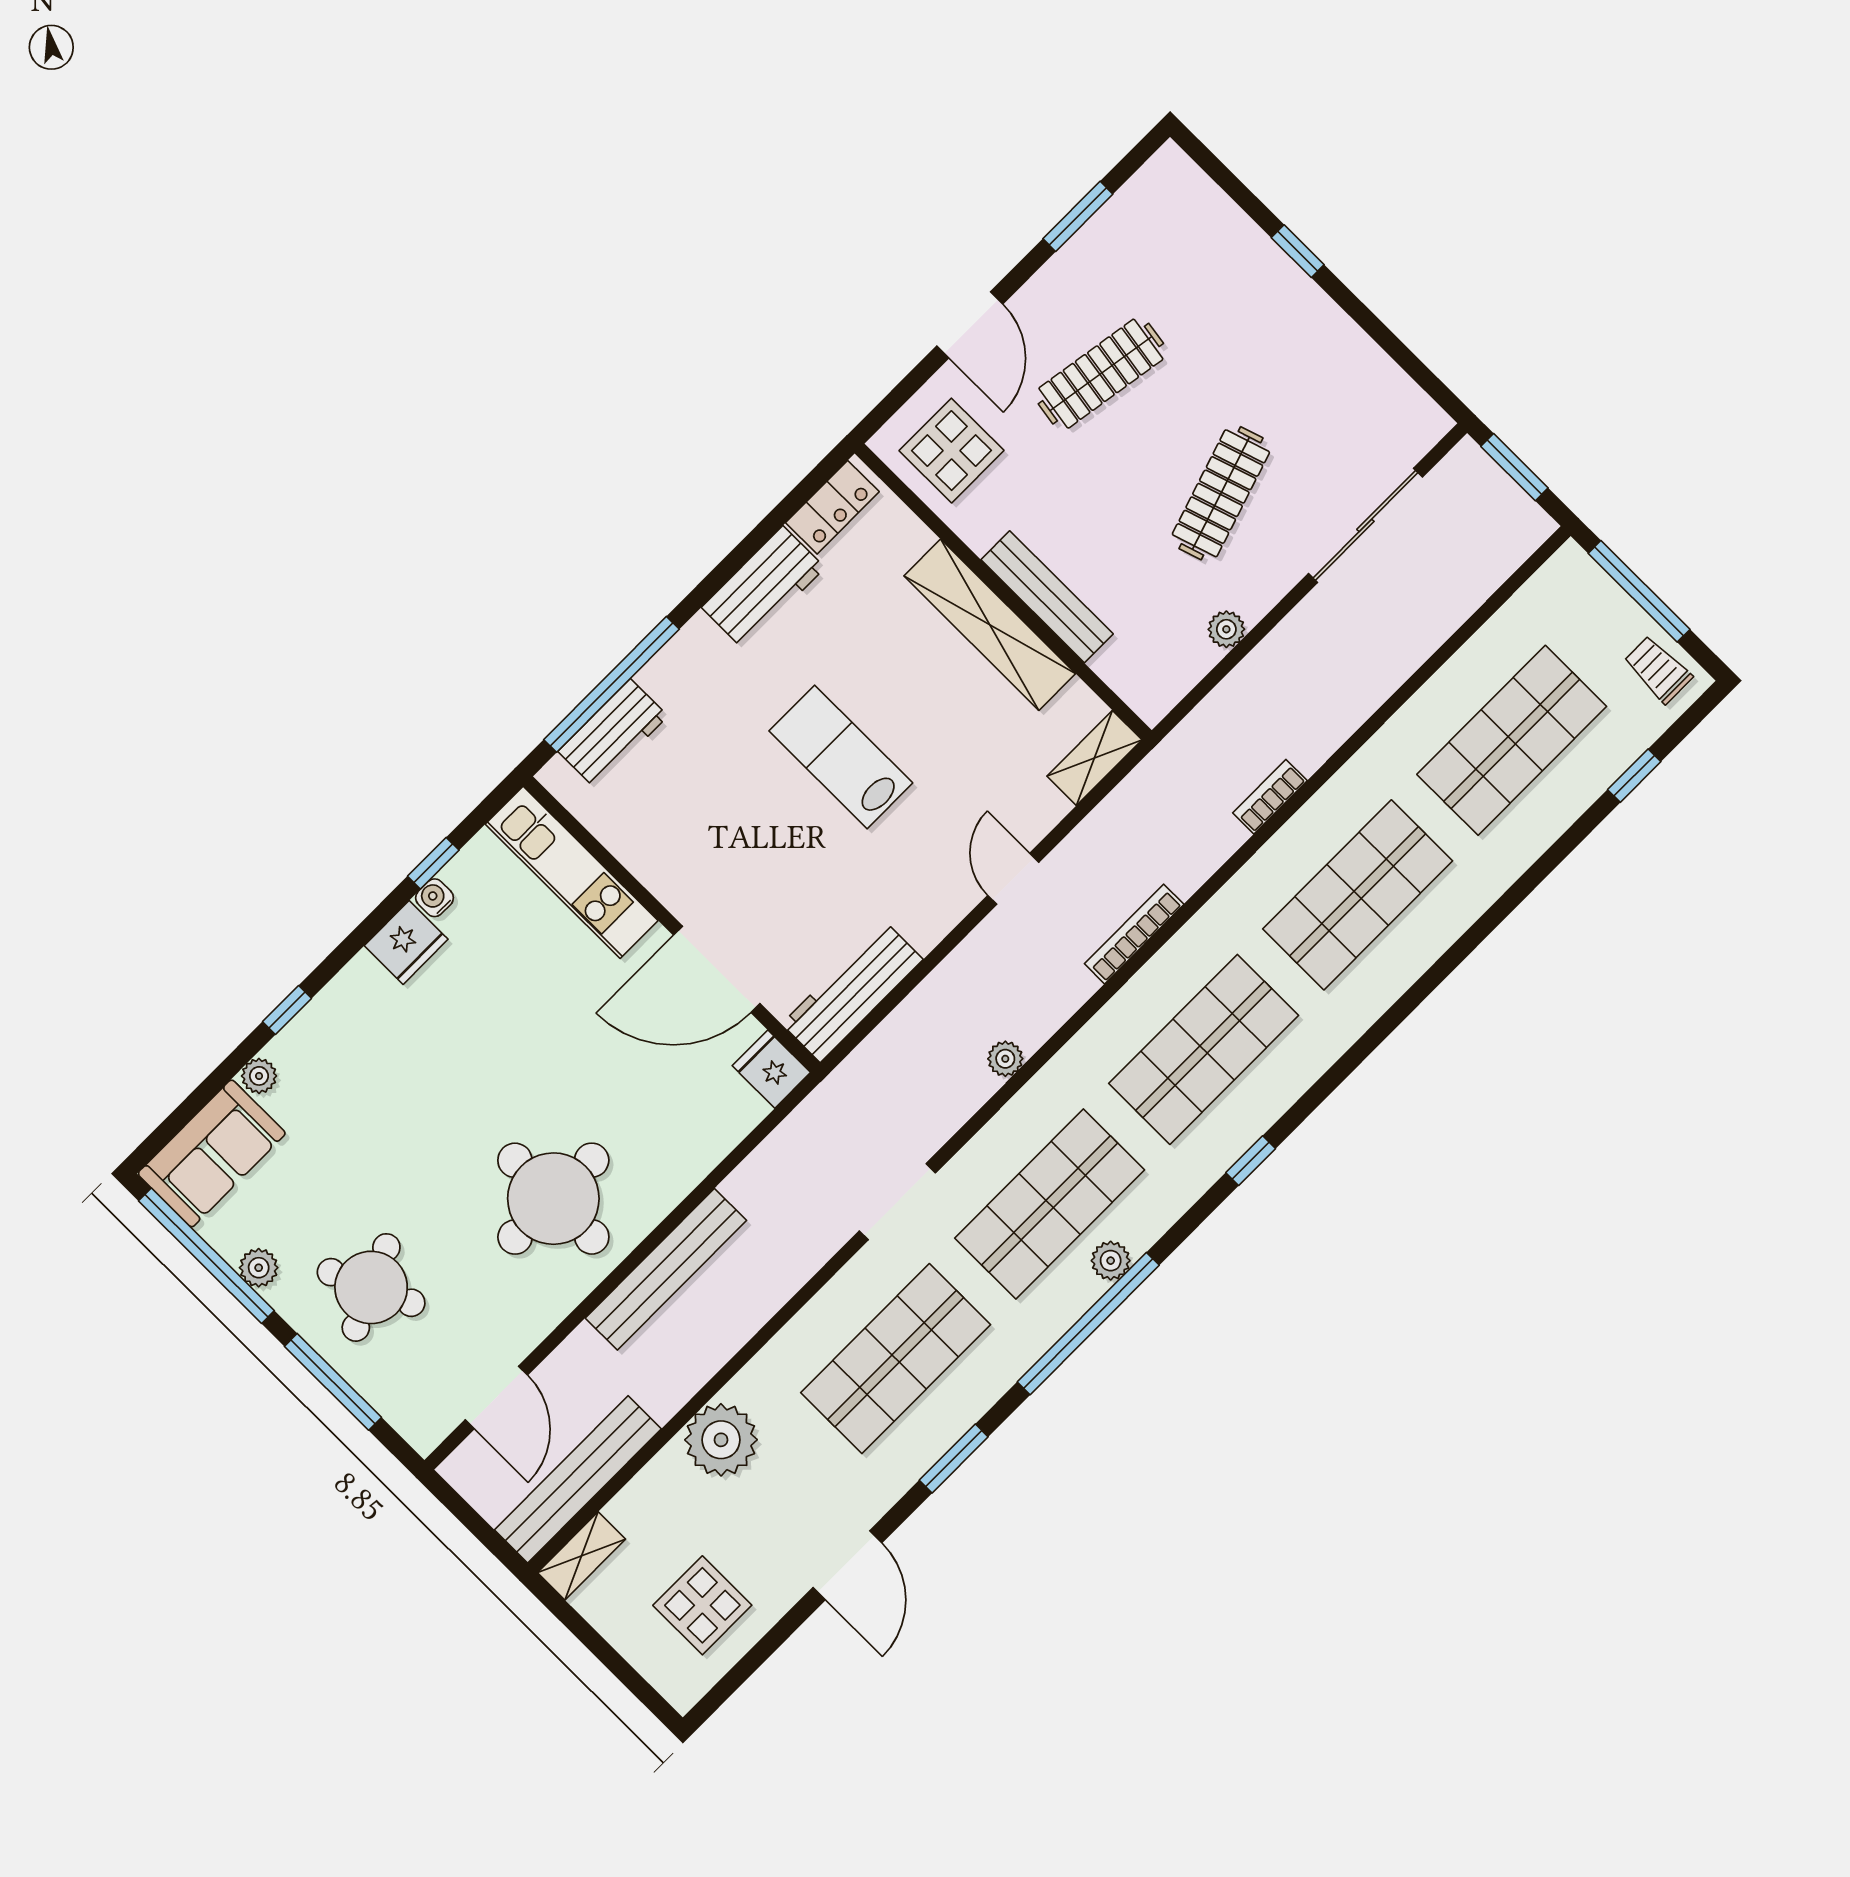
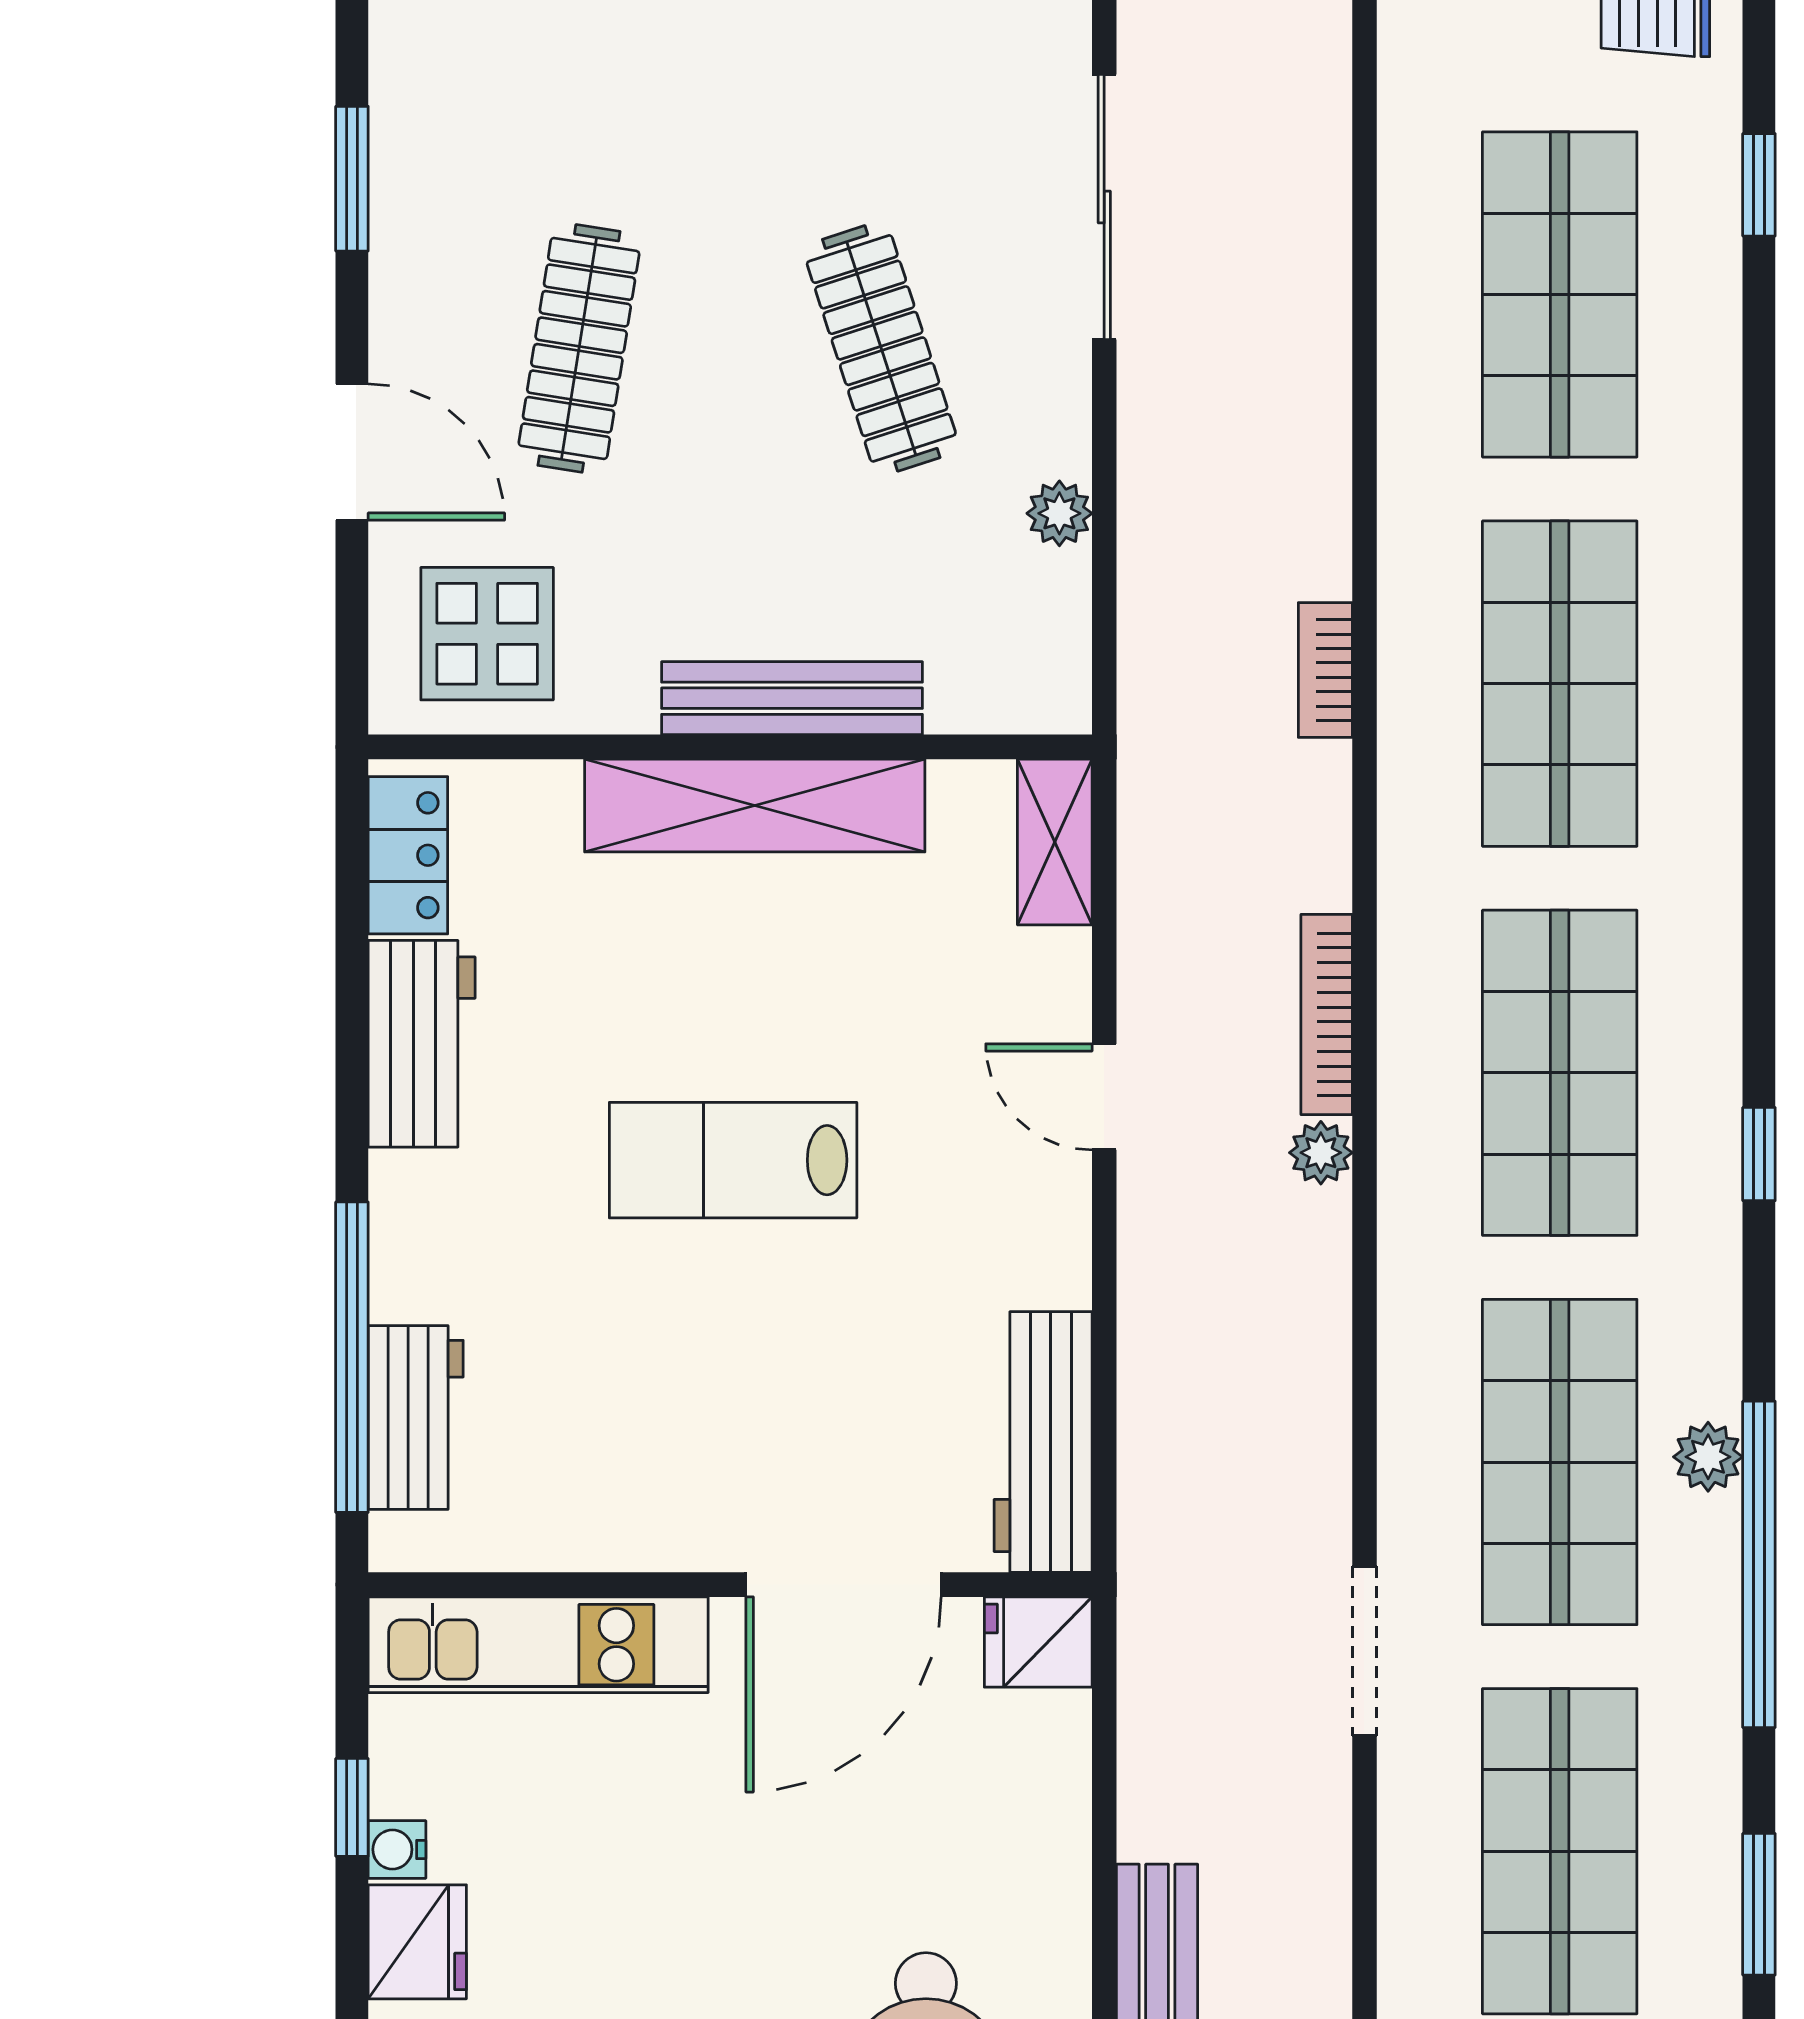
plant: (1005, 1059) -> (1321, 1153), moved

